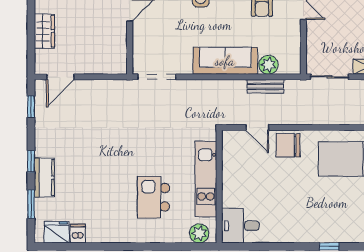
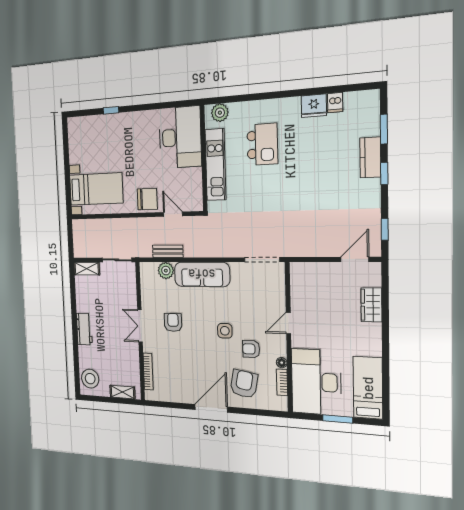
desk: (240, 226) -> (180, 137), width x1.87, depth x1.30
fridge: (57, 232) -> (314, 106), moved

